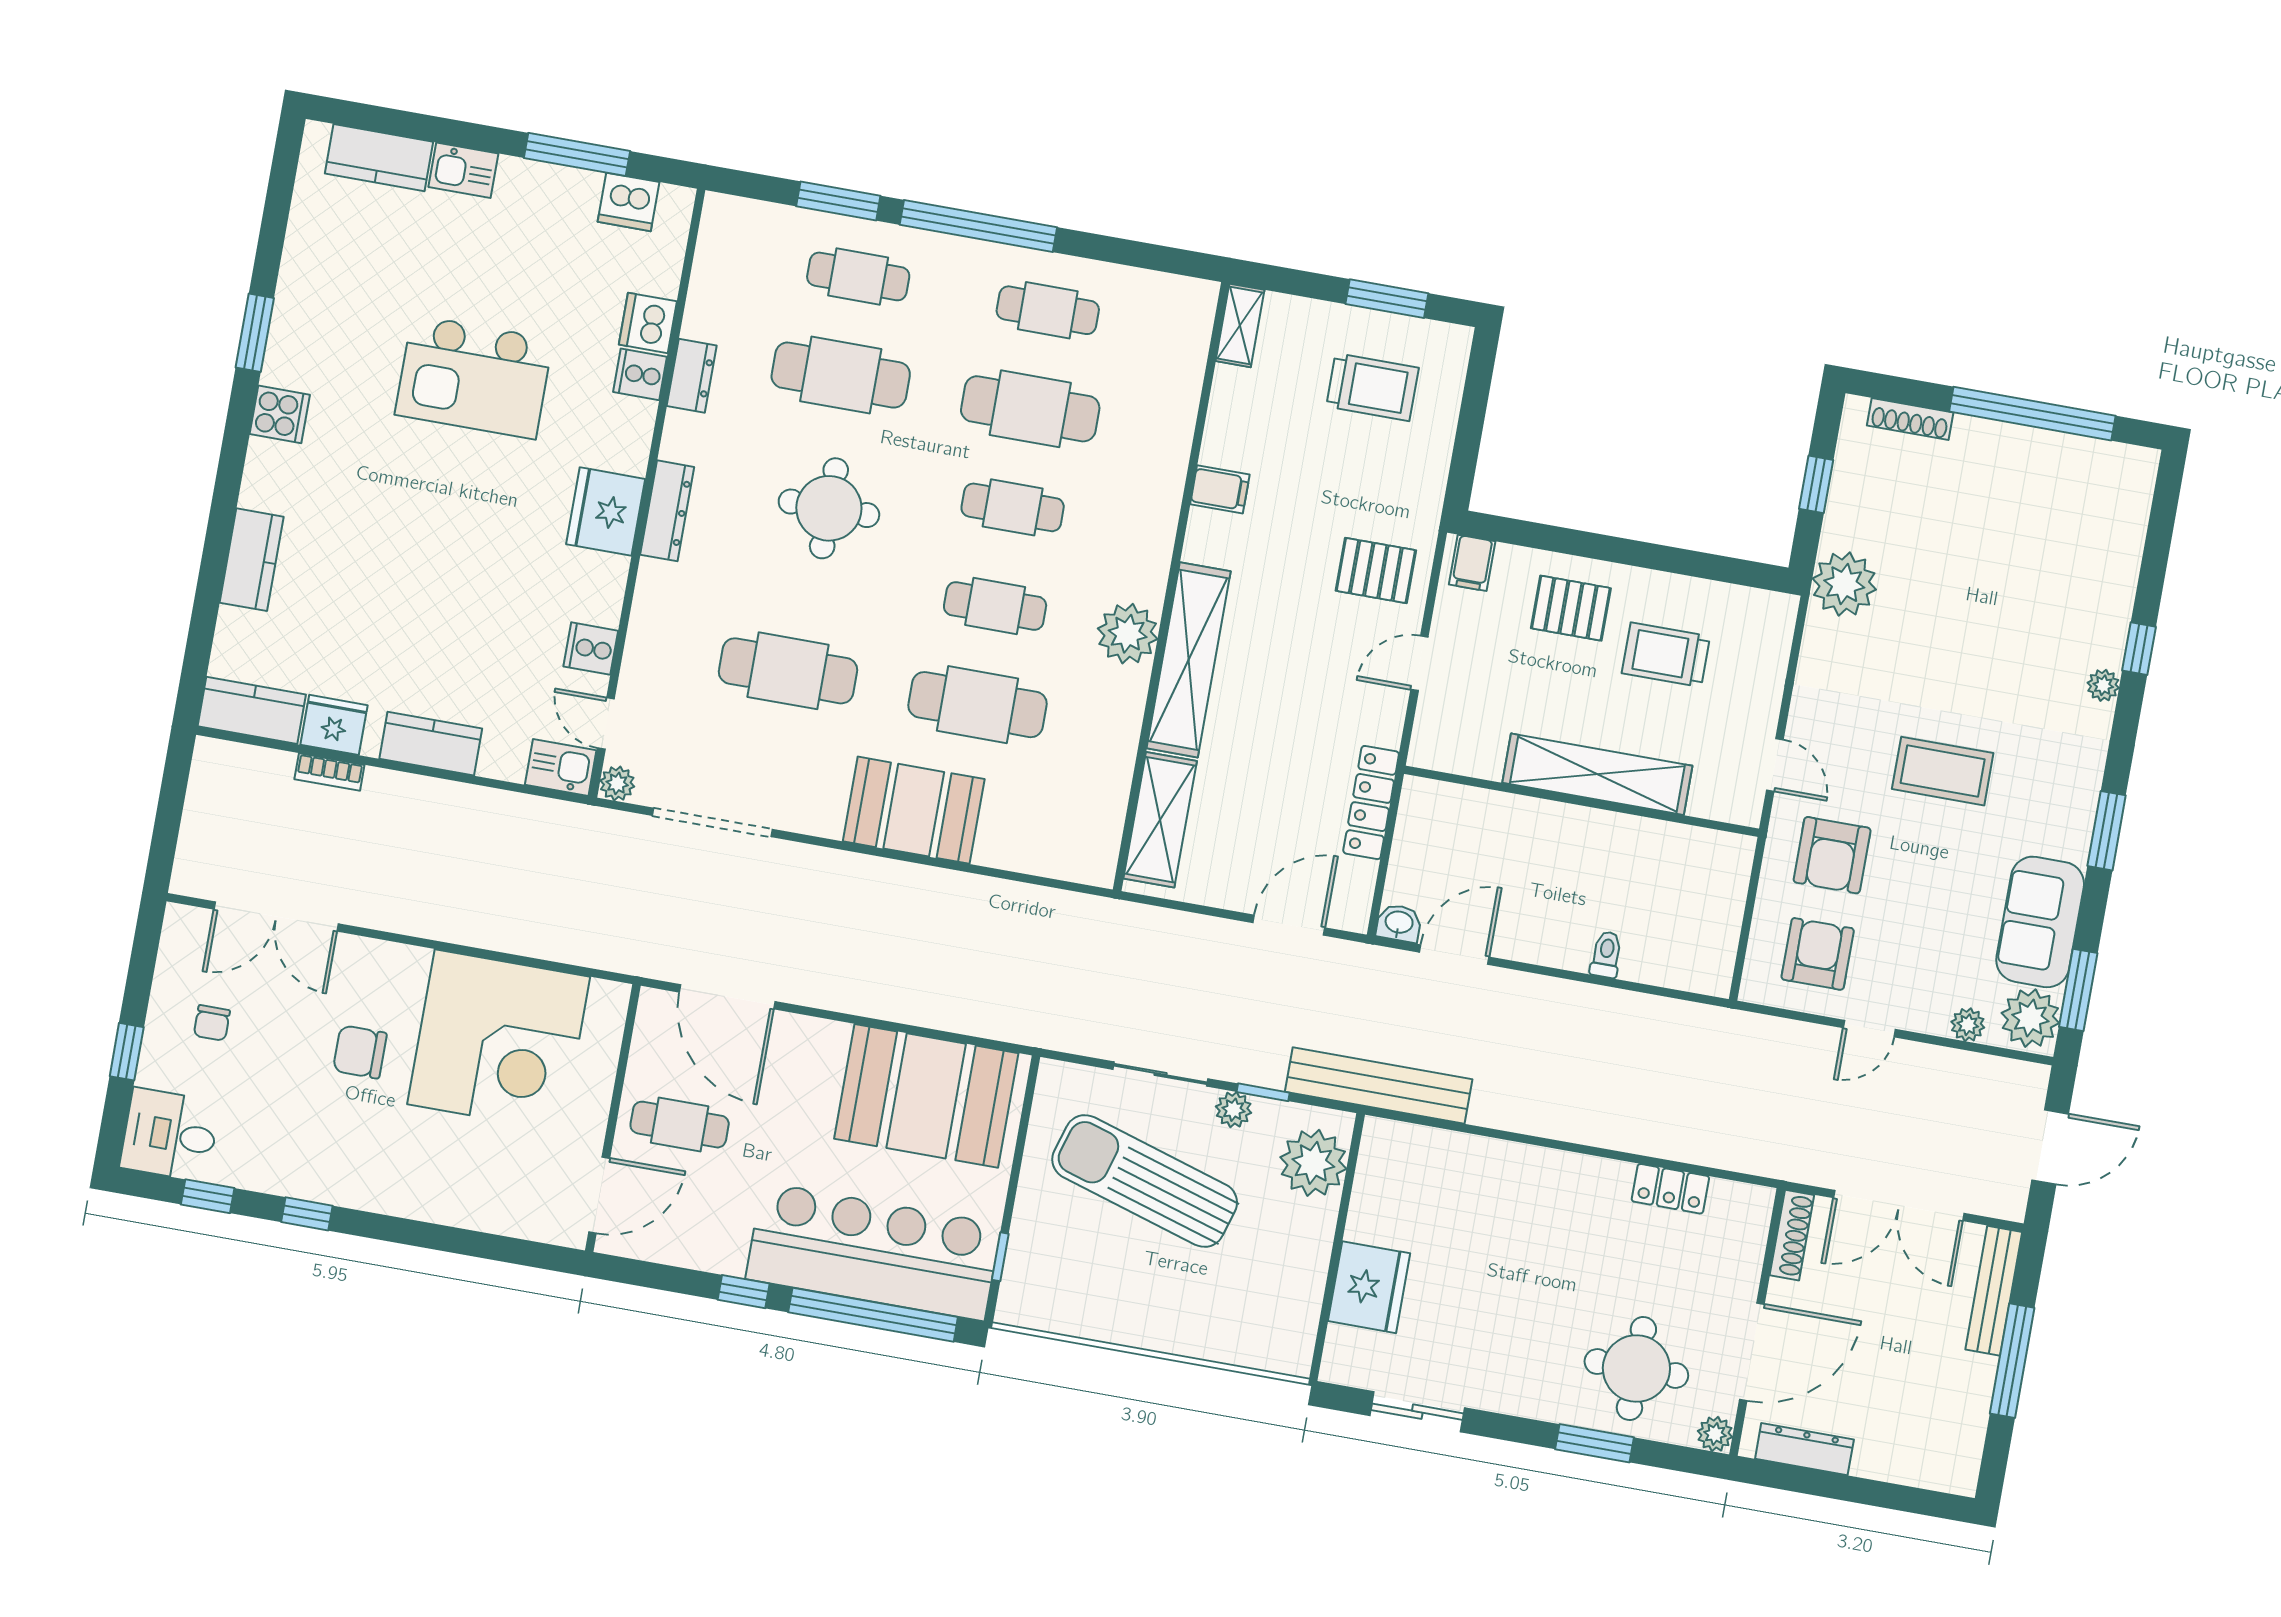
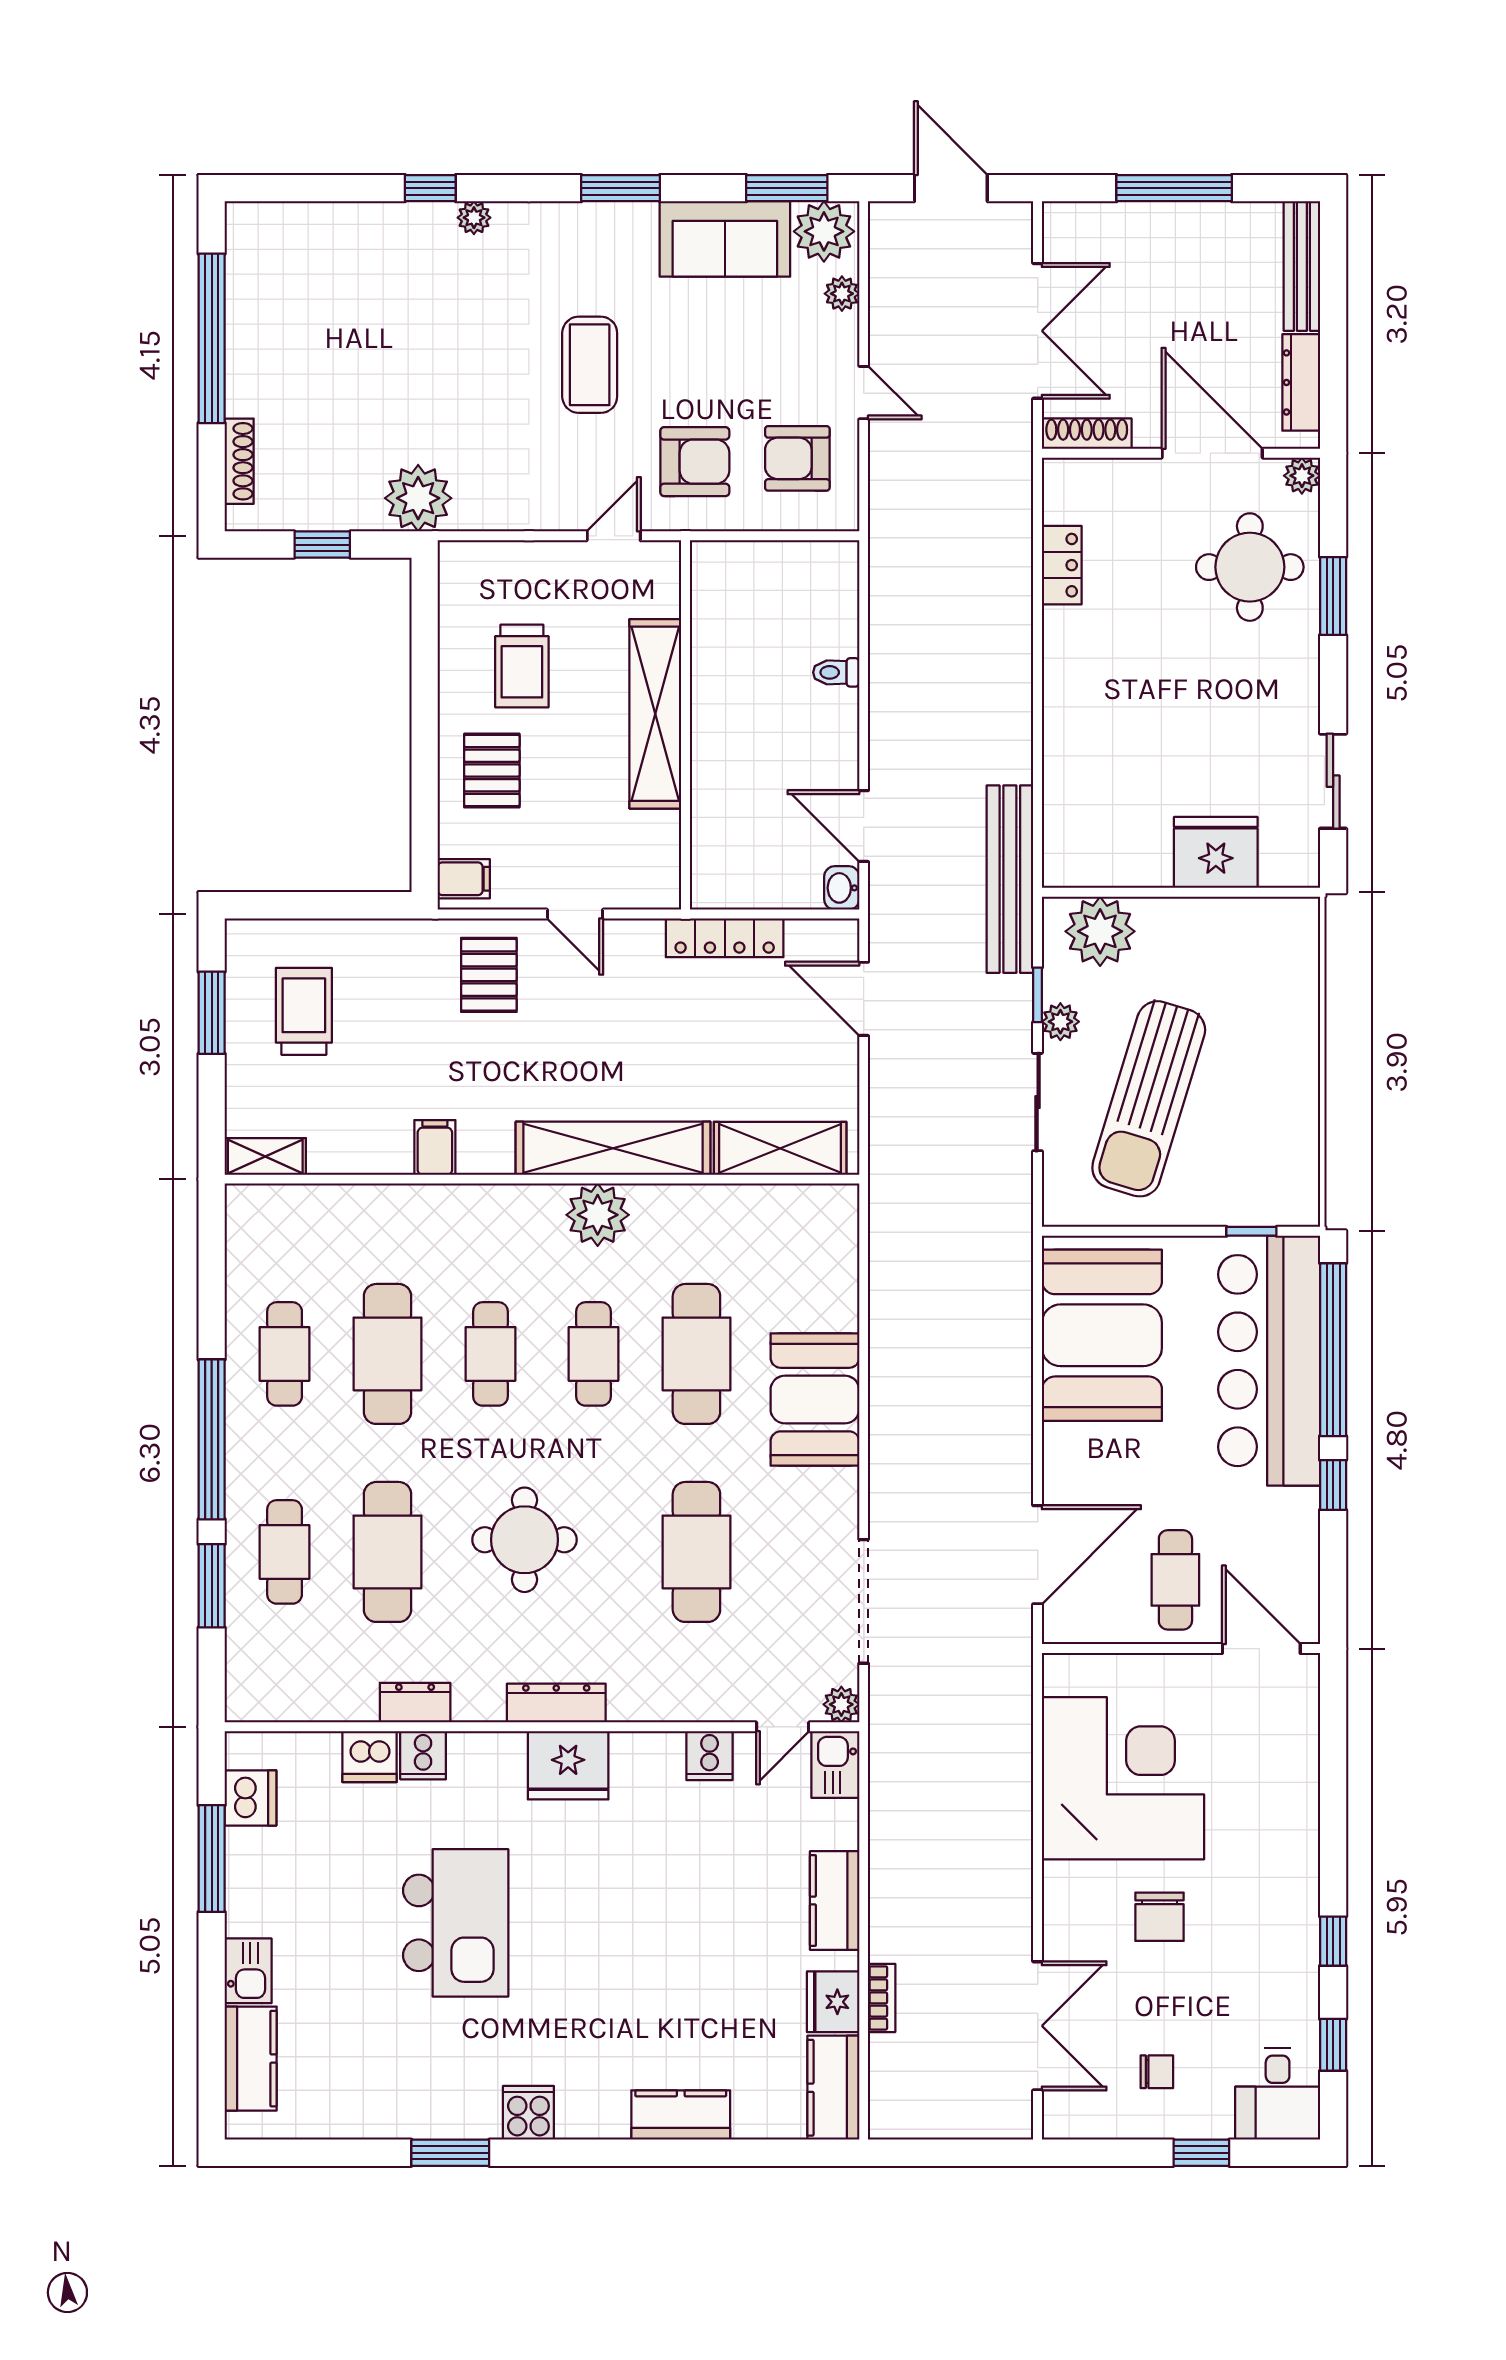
bench: (1994, 1291) -> (1302, 266), moved, turned 90

